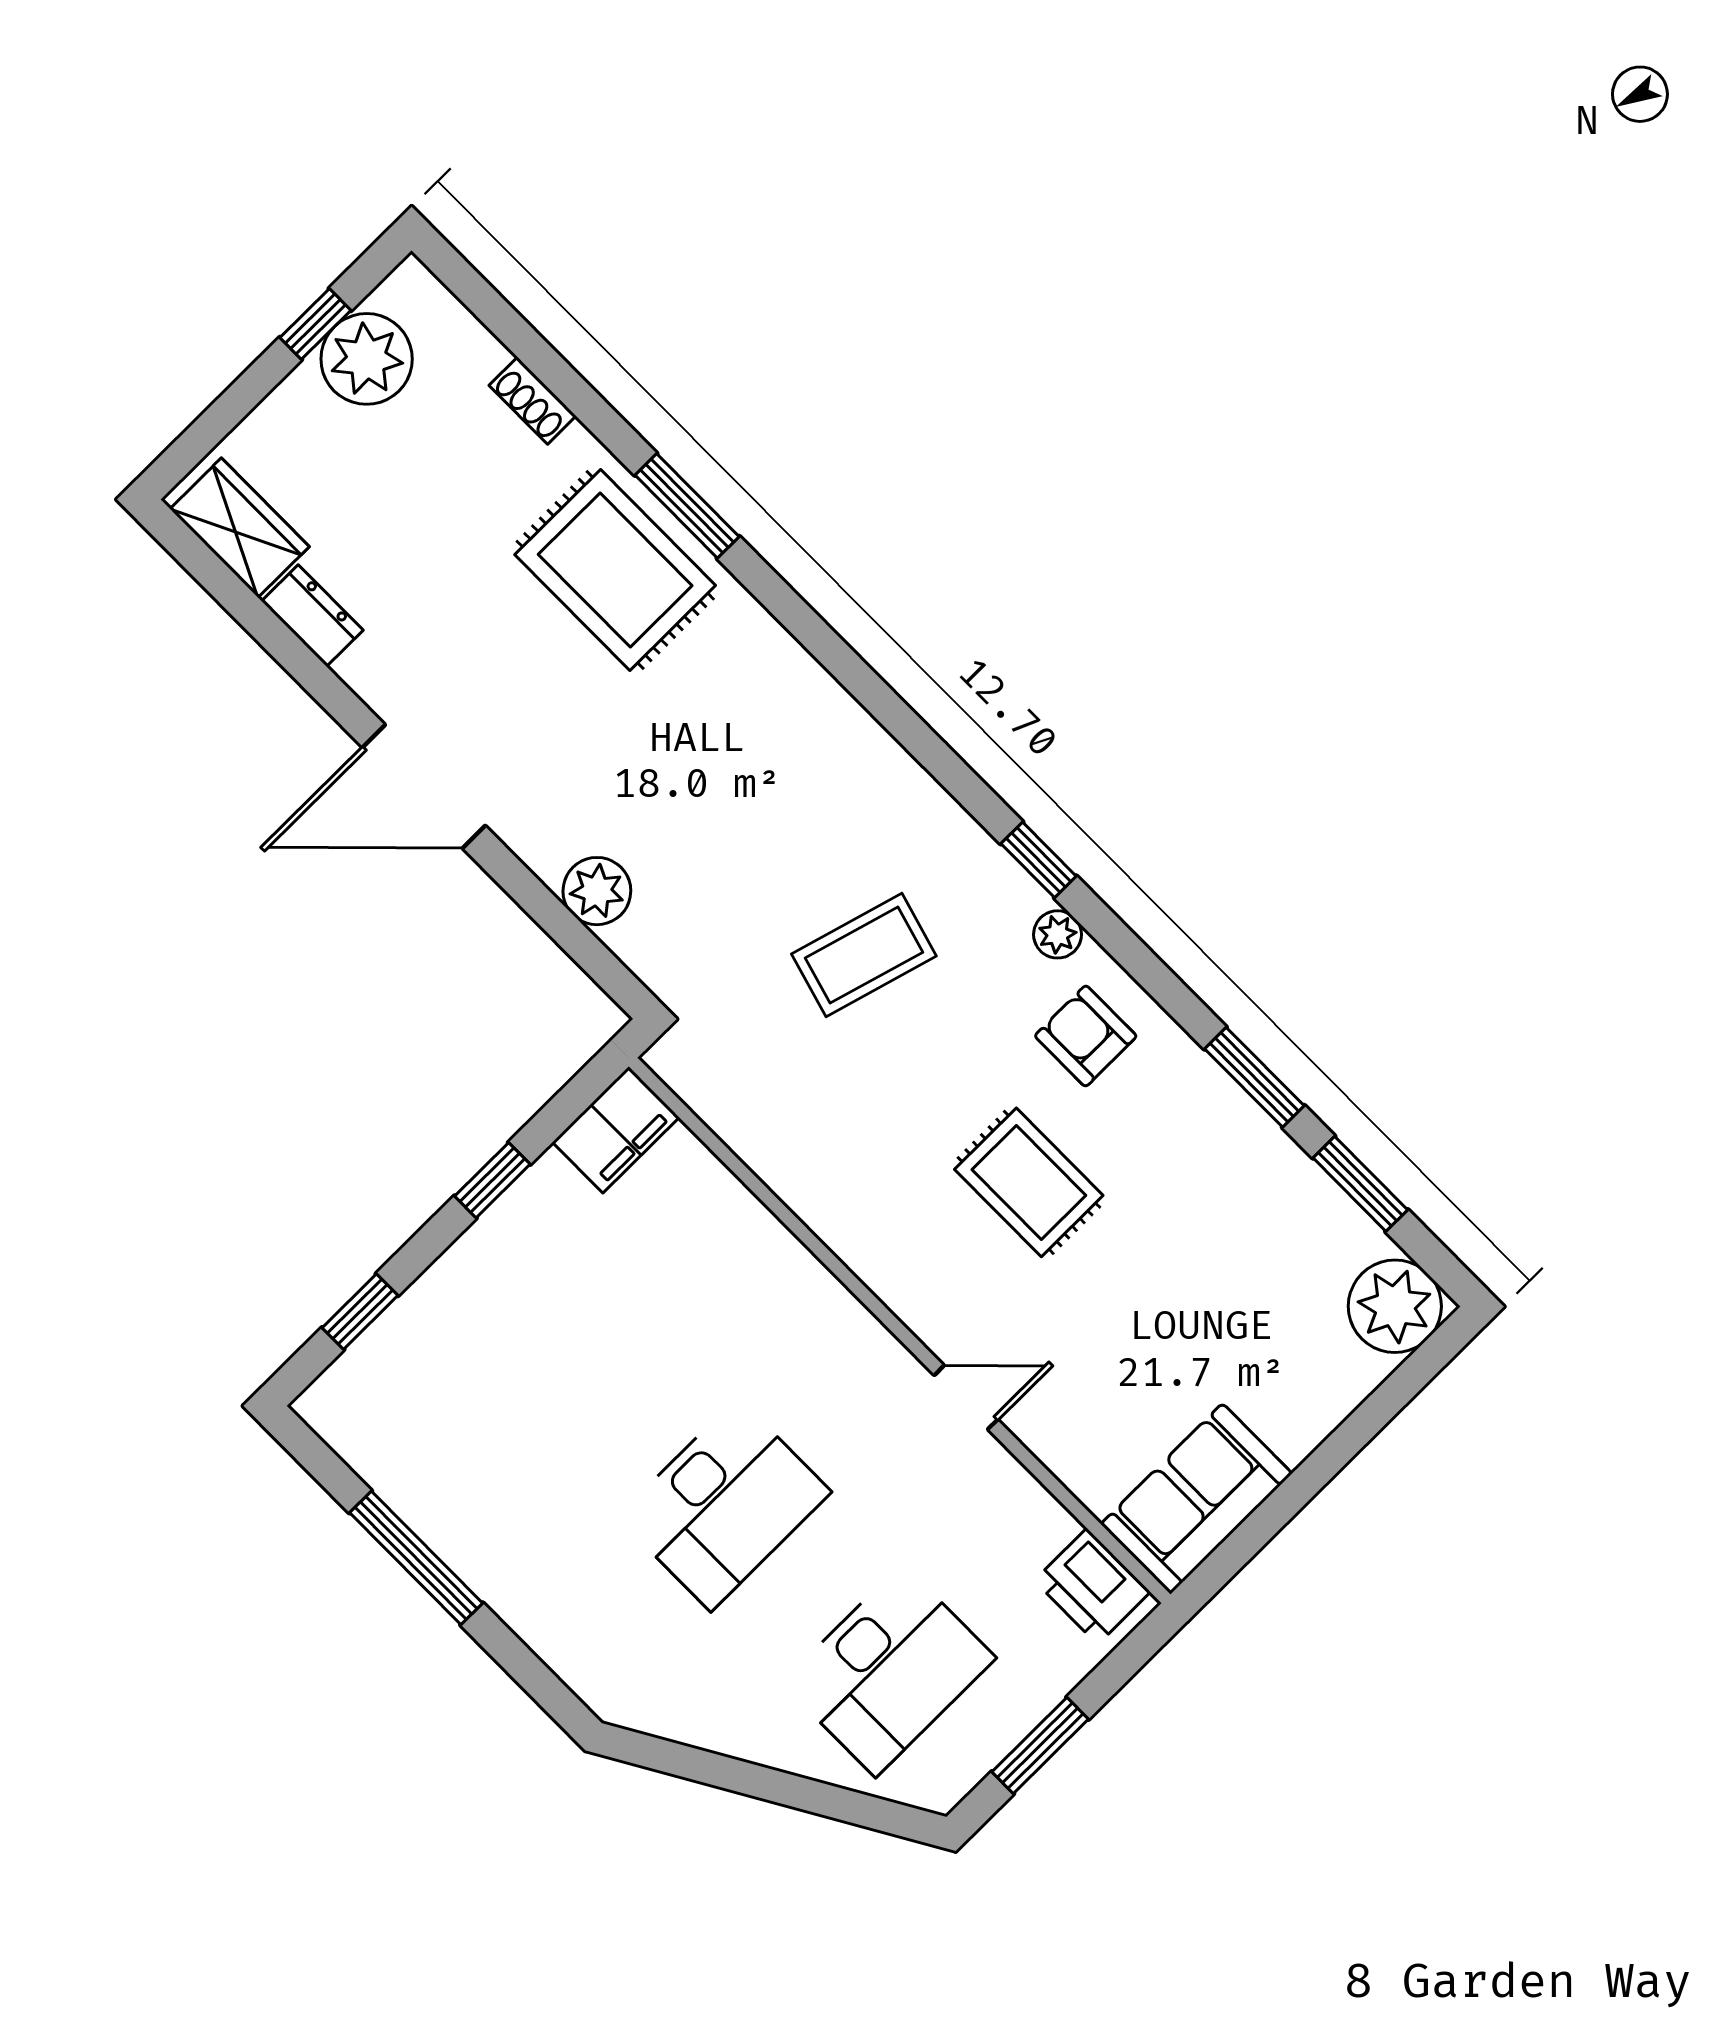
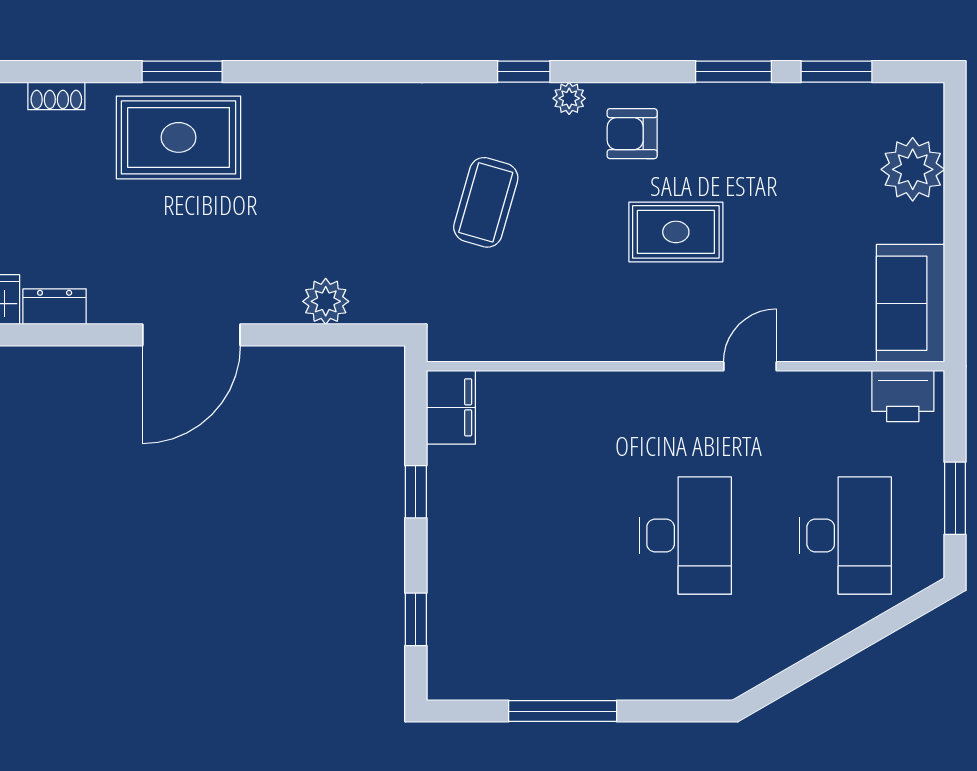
plant: (1395, 1306) -> (913, 169), moved

